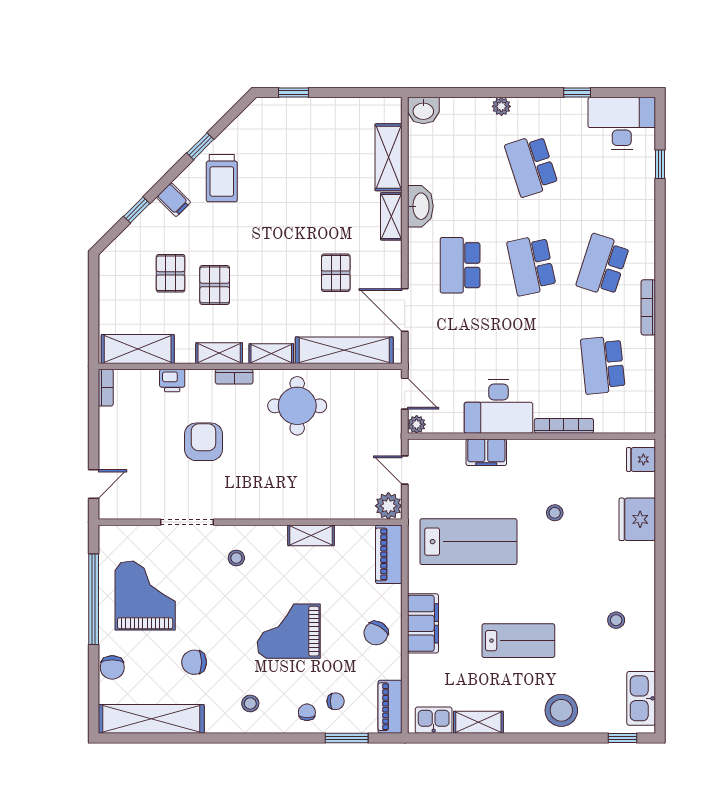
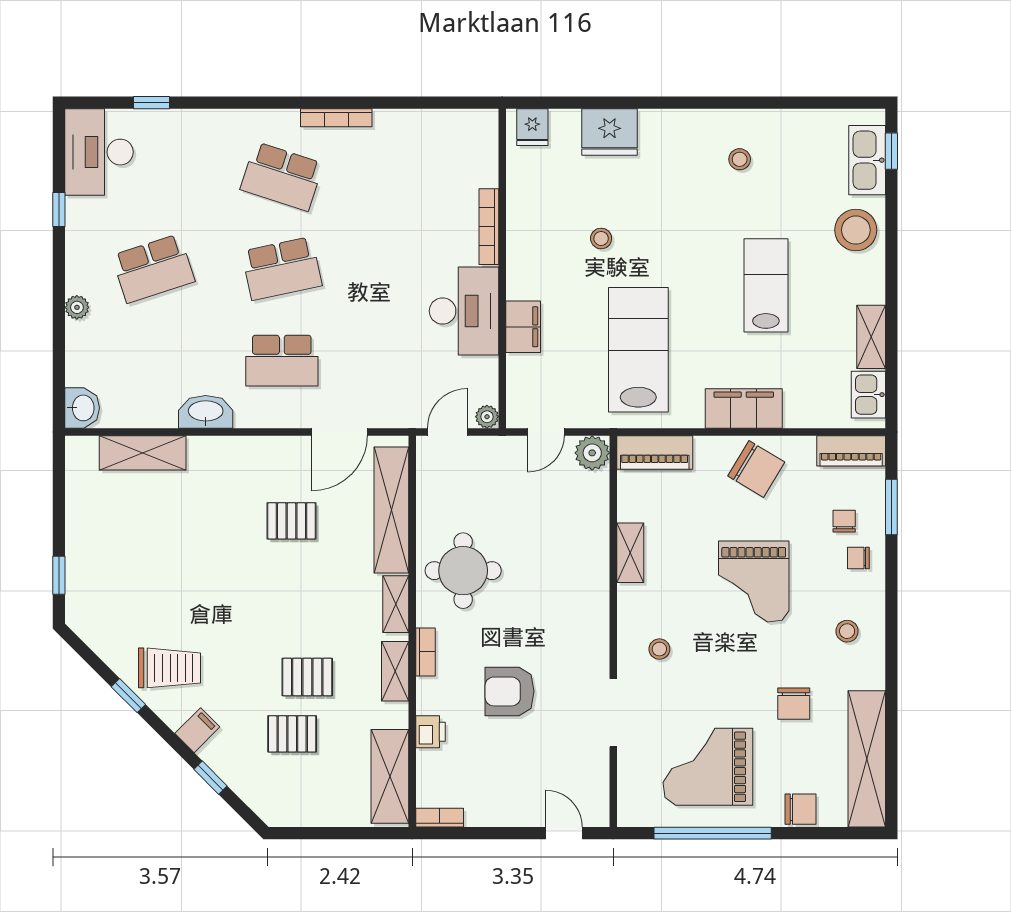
shelving: (391, 216) -> (219, 449), removed
school desk: (603, 365) -> (410, 176), removed
chair: (376, 633) -> (756, 469), width x1.37, depth x1.37
kitchen sink: (641, 698) -> (867, 160), moved, turned 90

